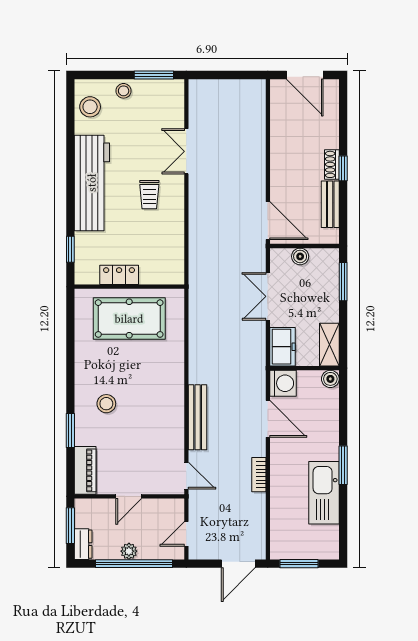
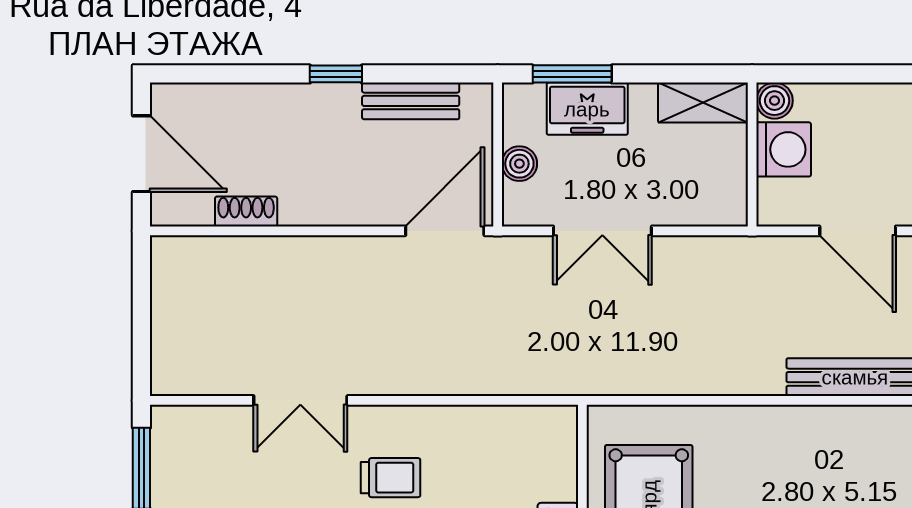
door: (305, 75) -> (141, 154), hinge flipped
shoe rack: (332, 164) -> (246, 212), moved, turned 180
freezer: (282, 347) -> (587, 109), moved, turned 180
washing machine: (283, 383) -> (784, 149), moved, turned 90
door: (268, 419) -> (858, 231), swing flipped

